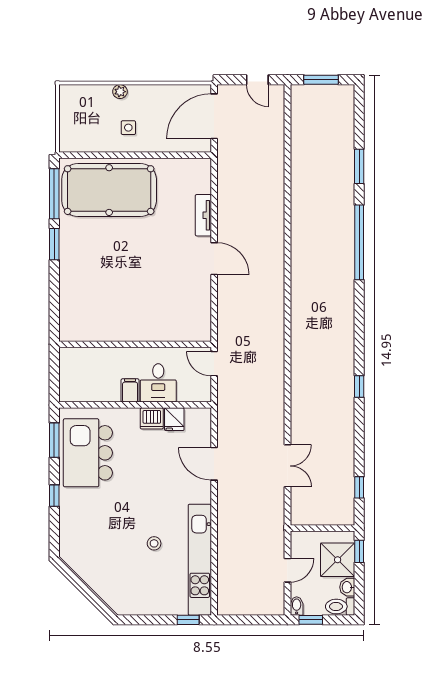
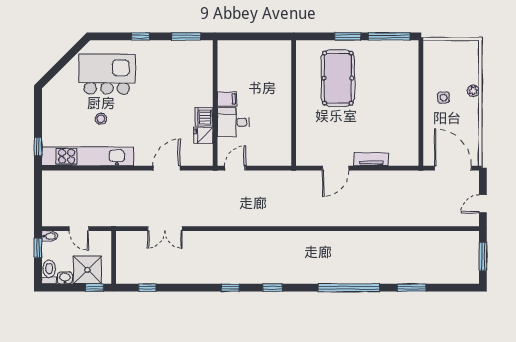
pool table: (109, 190) -> (338, 78), moved, width x0.73, depth x0.76
window: (359, 335) -> (272, 288), added
wall: (135, 344) -> (294, 103), moved
door: (214, 364) -> (235, 168), moved
kitchen island: (88, 453) -> (107, 74), moved

